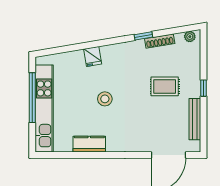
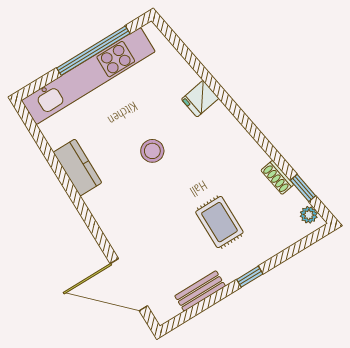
window: (143, 36) -> (303, 188), moved
shoe rack: (160, 41) -> (277, 177), width x0.70
bench: (195, 119) -> (200, 291), width x0.73

